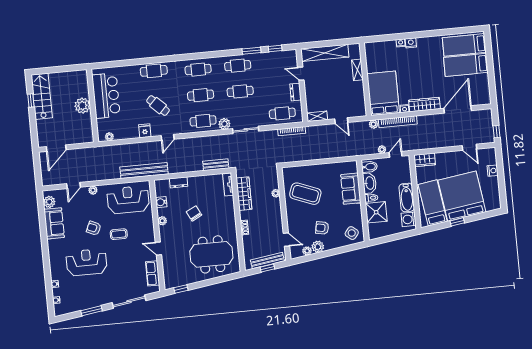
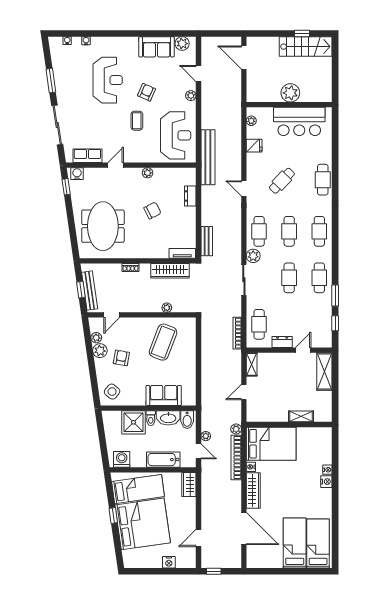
shelving: (325, 53) -> (324, 372), width x0.68
fridge: (145, 131) -> (254, 146), moved
bathtub: (407, 197) -> (163, 460), moved
water cooler: (161, 202) -> (77, 174), moved

